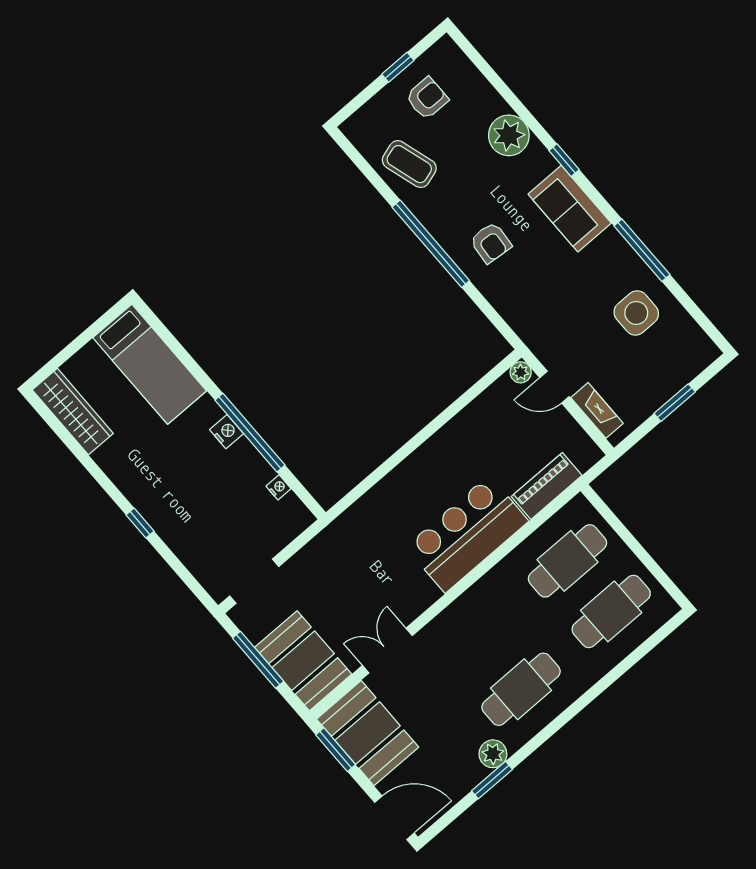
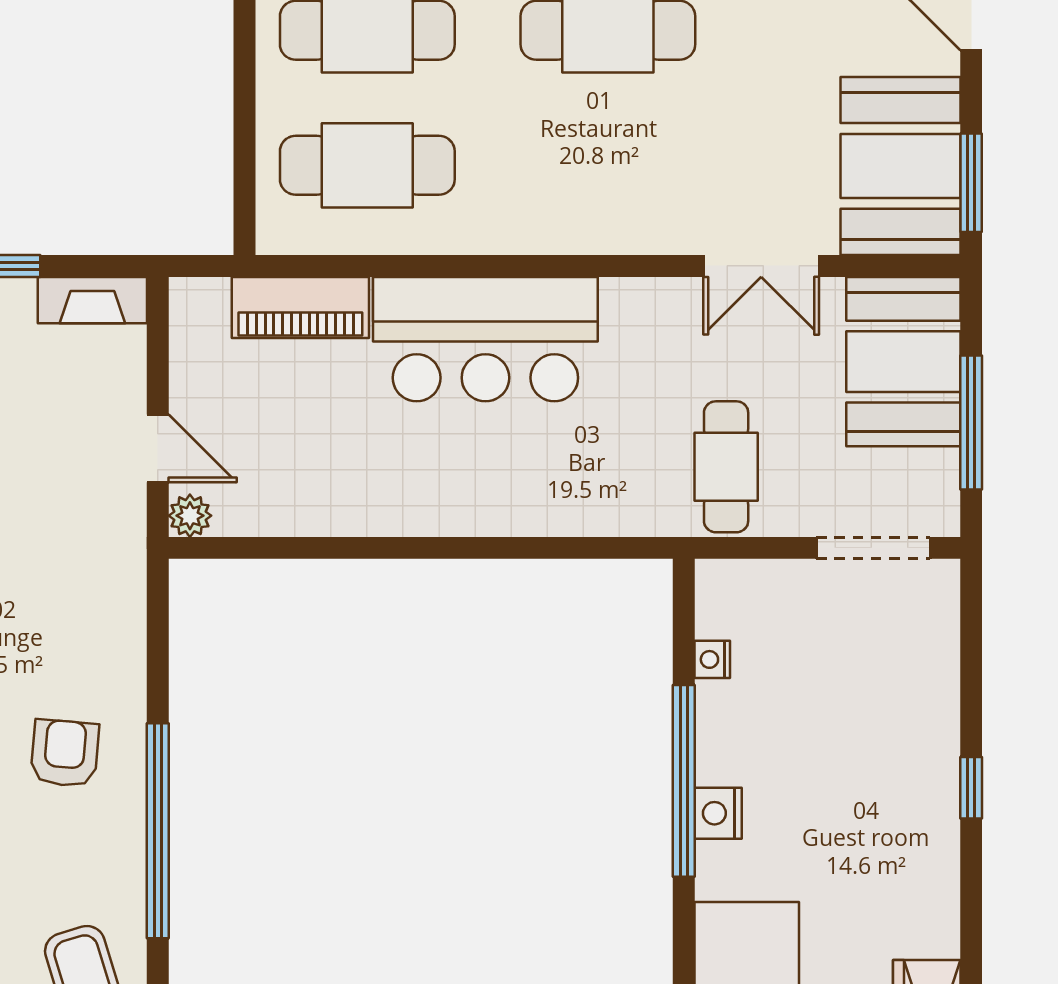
fireplace: (597, 410) -> (92, 300), moved, turned -90
cafe table: (336, 564) -> (726, 467), added

